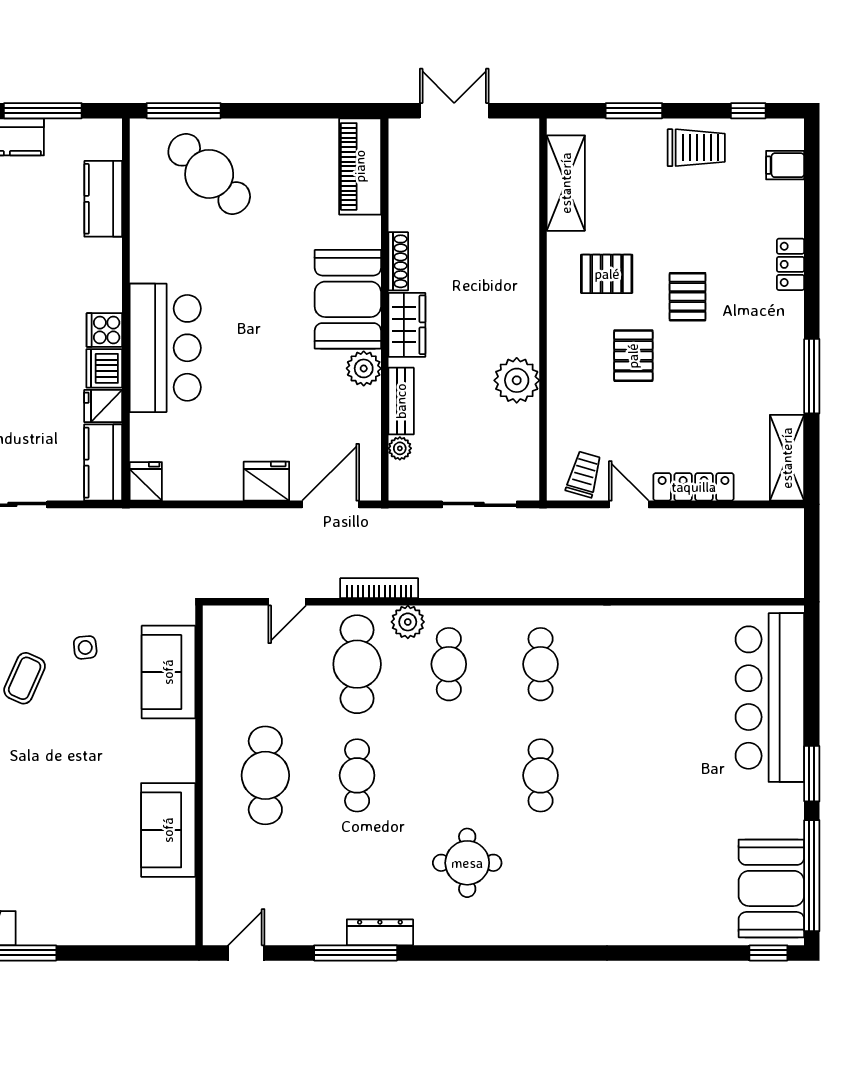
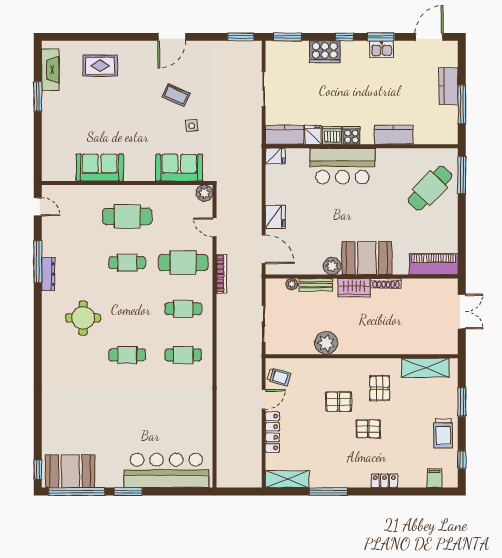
kitchen counter: (103, 199) -> (394, 135), moved
plant: (408, 622) -> (204, 193), moved

